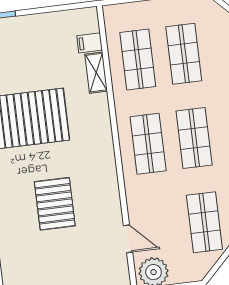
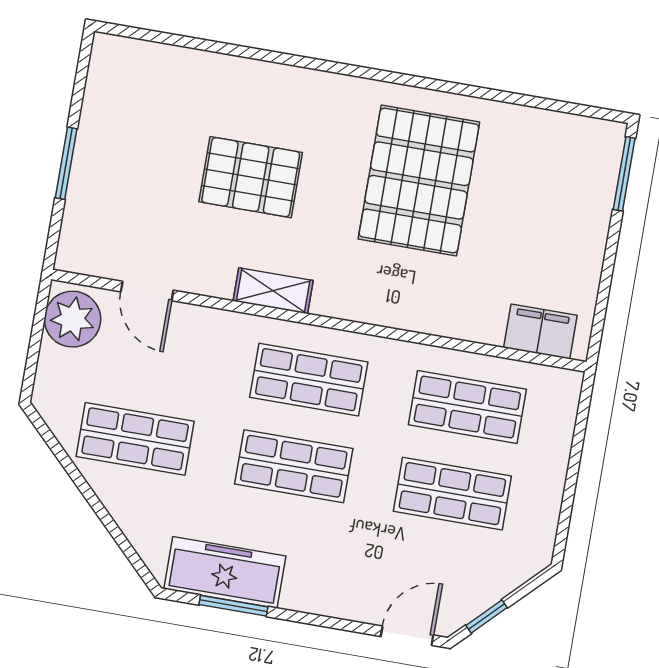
filing cabinet: (90, 43) -> (540, 331), width x2.00
shelving: (96, 73) -> (273, 291), moved
door: (128, 239) -> (147, 291), hinge flipped

